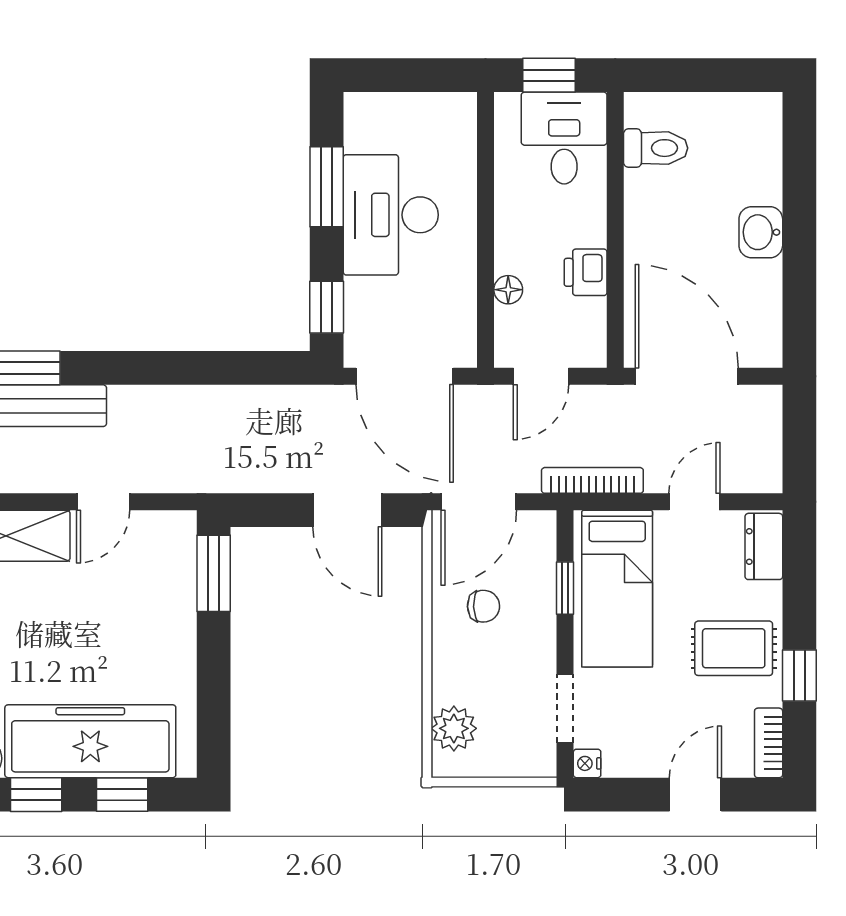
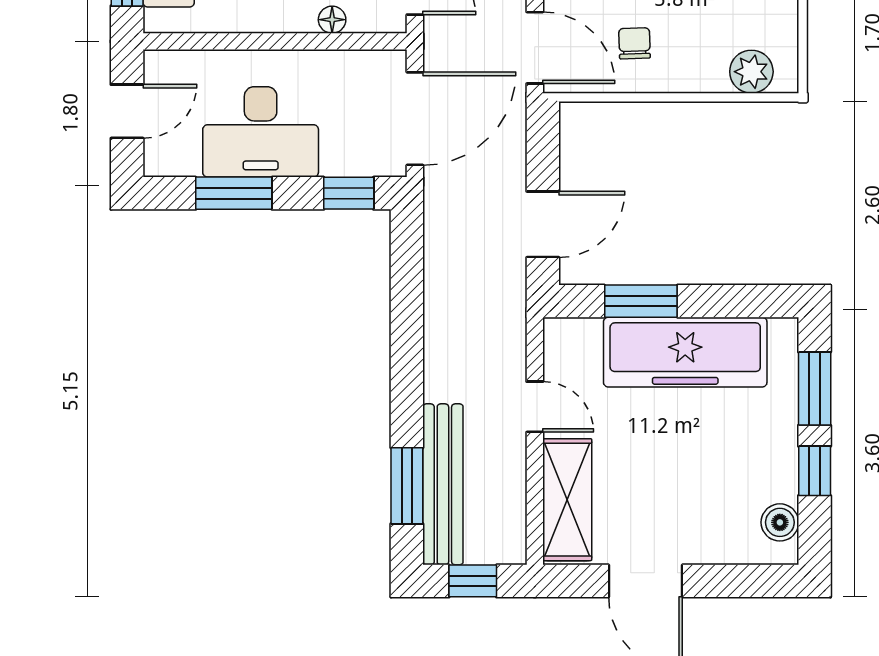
door: (412, 75) -> (127, 111), added
door: (347, 510) -> (543, 224), moved
window: (214, 573) -> (641, 301), moved
freezer: (90, 741) -> (685, 352), moved, turned -90
window: (122, 795) -> (815, 389), width x1.50

